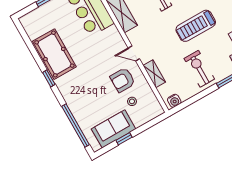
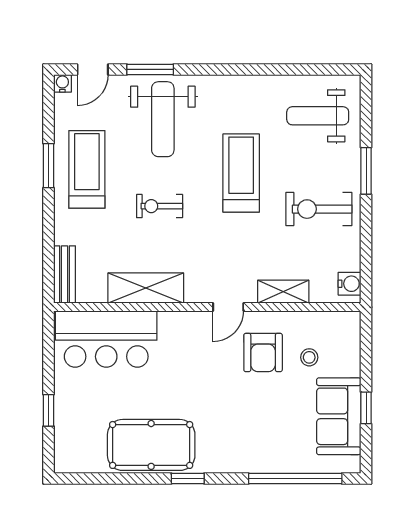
treadmill: (196, 26) -> (241, 173), turned 180

